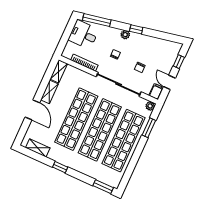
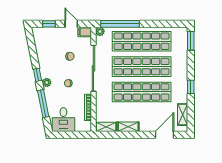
window: (97, 20) -> (43, 104), moved
door: (169, 82) -> (71, 24), swing flipped
door: (32, 110) -> (164, 135), moved
window: (149, 128) -> (120, 24), width x2.11

